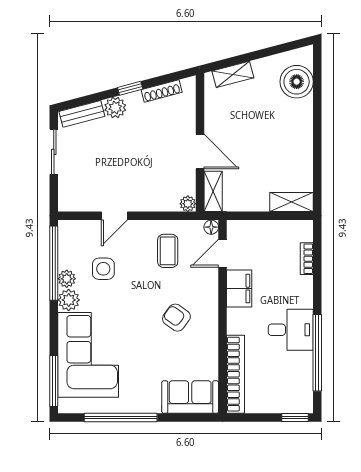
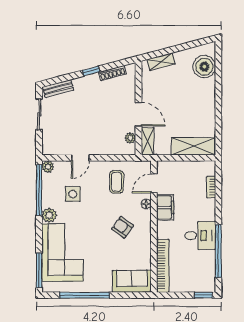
plant: (115, 108) -> (81, 84), removed
shelving: (292, 202) -> (194, 146), width x1.50, depth x1.33
plant: (188, 204) -> (130, 138), moved
floor lamp: (211, 227) -> (146, 204), moved
plant: (67, 279) -> (48, 167), moved

